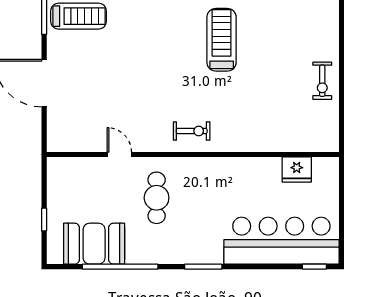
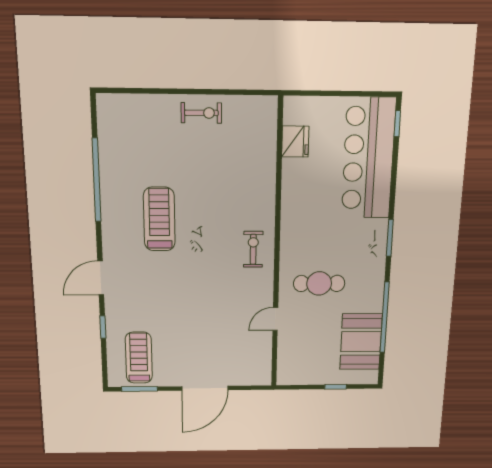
treadmill: (222, 40) -> (159, 219), turned 90

